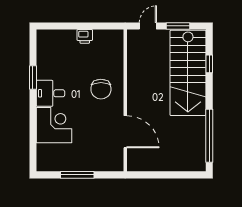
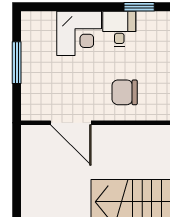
door: (125, 132) -> (71, 123), hinge flipped

